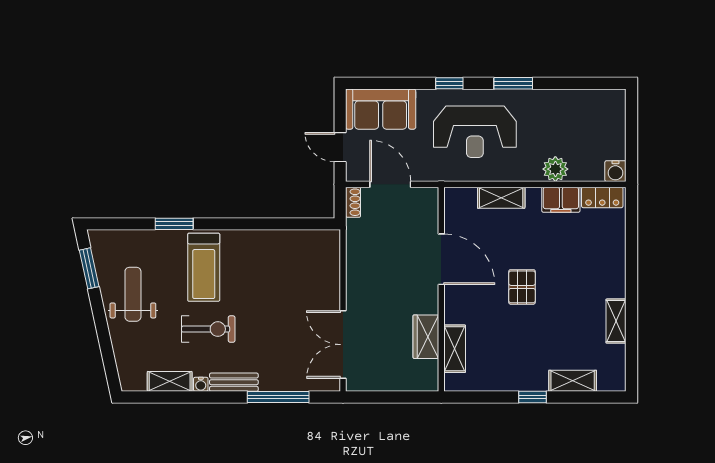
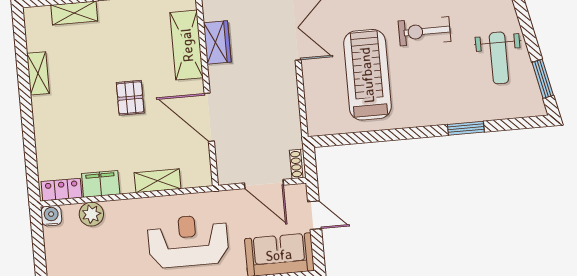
plant: (555, 169) -> (91, 214), moved
treadmill: (204, 267) -> (367, 75), moved, width x1.37, depth x1.38
shelving: (455, 349) -> (187, 45), width x1.50, depth x1.33

